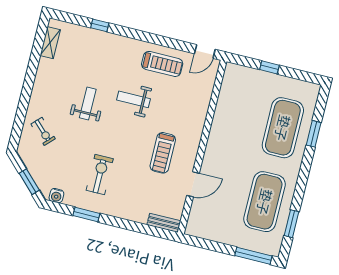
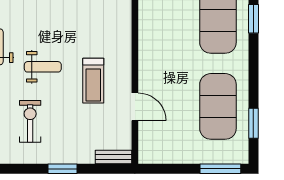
weight bench: (134, 99) -> (43, 67), moved, turned 180
door: (193, 184) -> (135, 107), hinge flipped
window: (86, 214) -> (62, 169), moved

